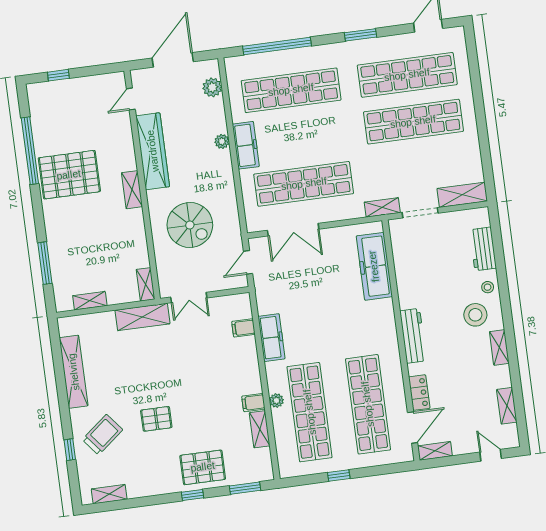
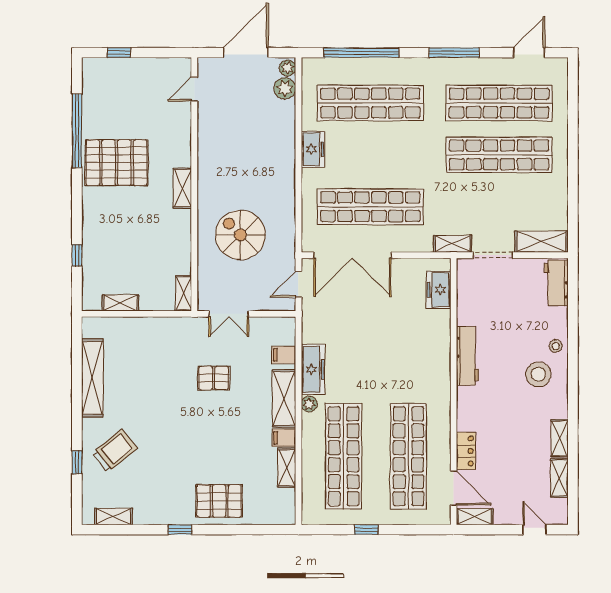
window: (361, 35) -> (454, 53), width x1.44
plant: (222, 141) -> (287, 68), moved
freezer: (246, 145) -> (313, 149), width x0.71
wardrobe: (153, 151) -> (210, 149), removed
spiral stairs: (190, 225) -> (240, 235), turned 180
double door: (293, 230) -> (352, 255), width x1.36
workbench: (483, 249) -> (556, 283), moved
window: (45, 263) -> (77, 255), width x0.46
freezer: (374, 266) -> (439, 290), width x0.52, depth x0.79
shelving: (142, 317) -> (284, 398), moved, turned 90
workbench: (413, 336) -> (467, 356), moved
shelving: (499, 347) -> (560, 438), moved
plant: (276, 401) -> (309, 404), moved
pallet: (156, 419) -> (214, 378), moved
door: (413, 428) -> (454, 488), hinge flipped
window: (245, 488) -> (262, 530), removed
window: (192, 495) -> (180, 530), moved

